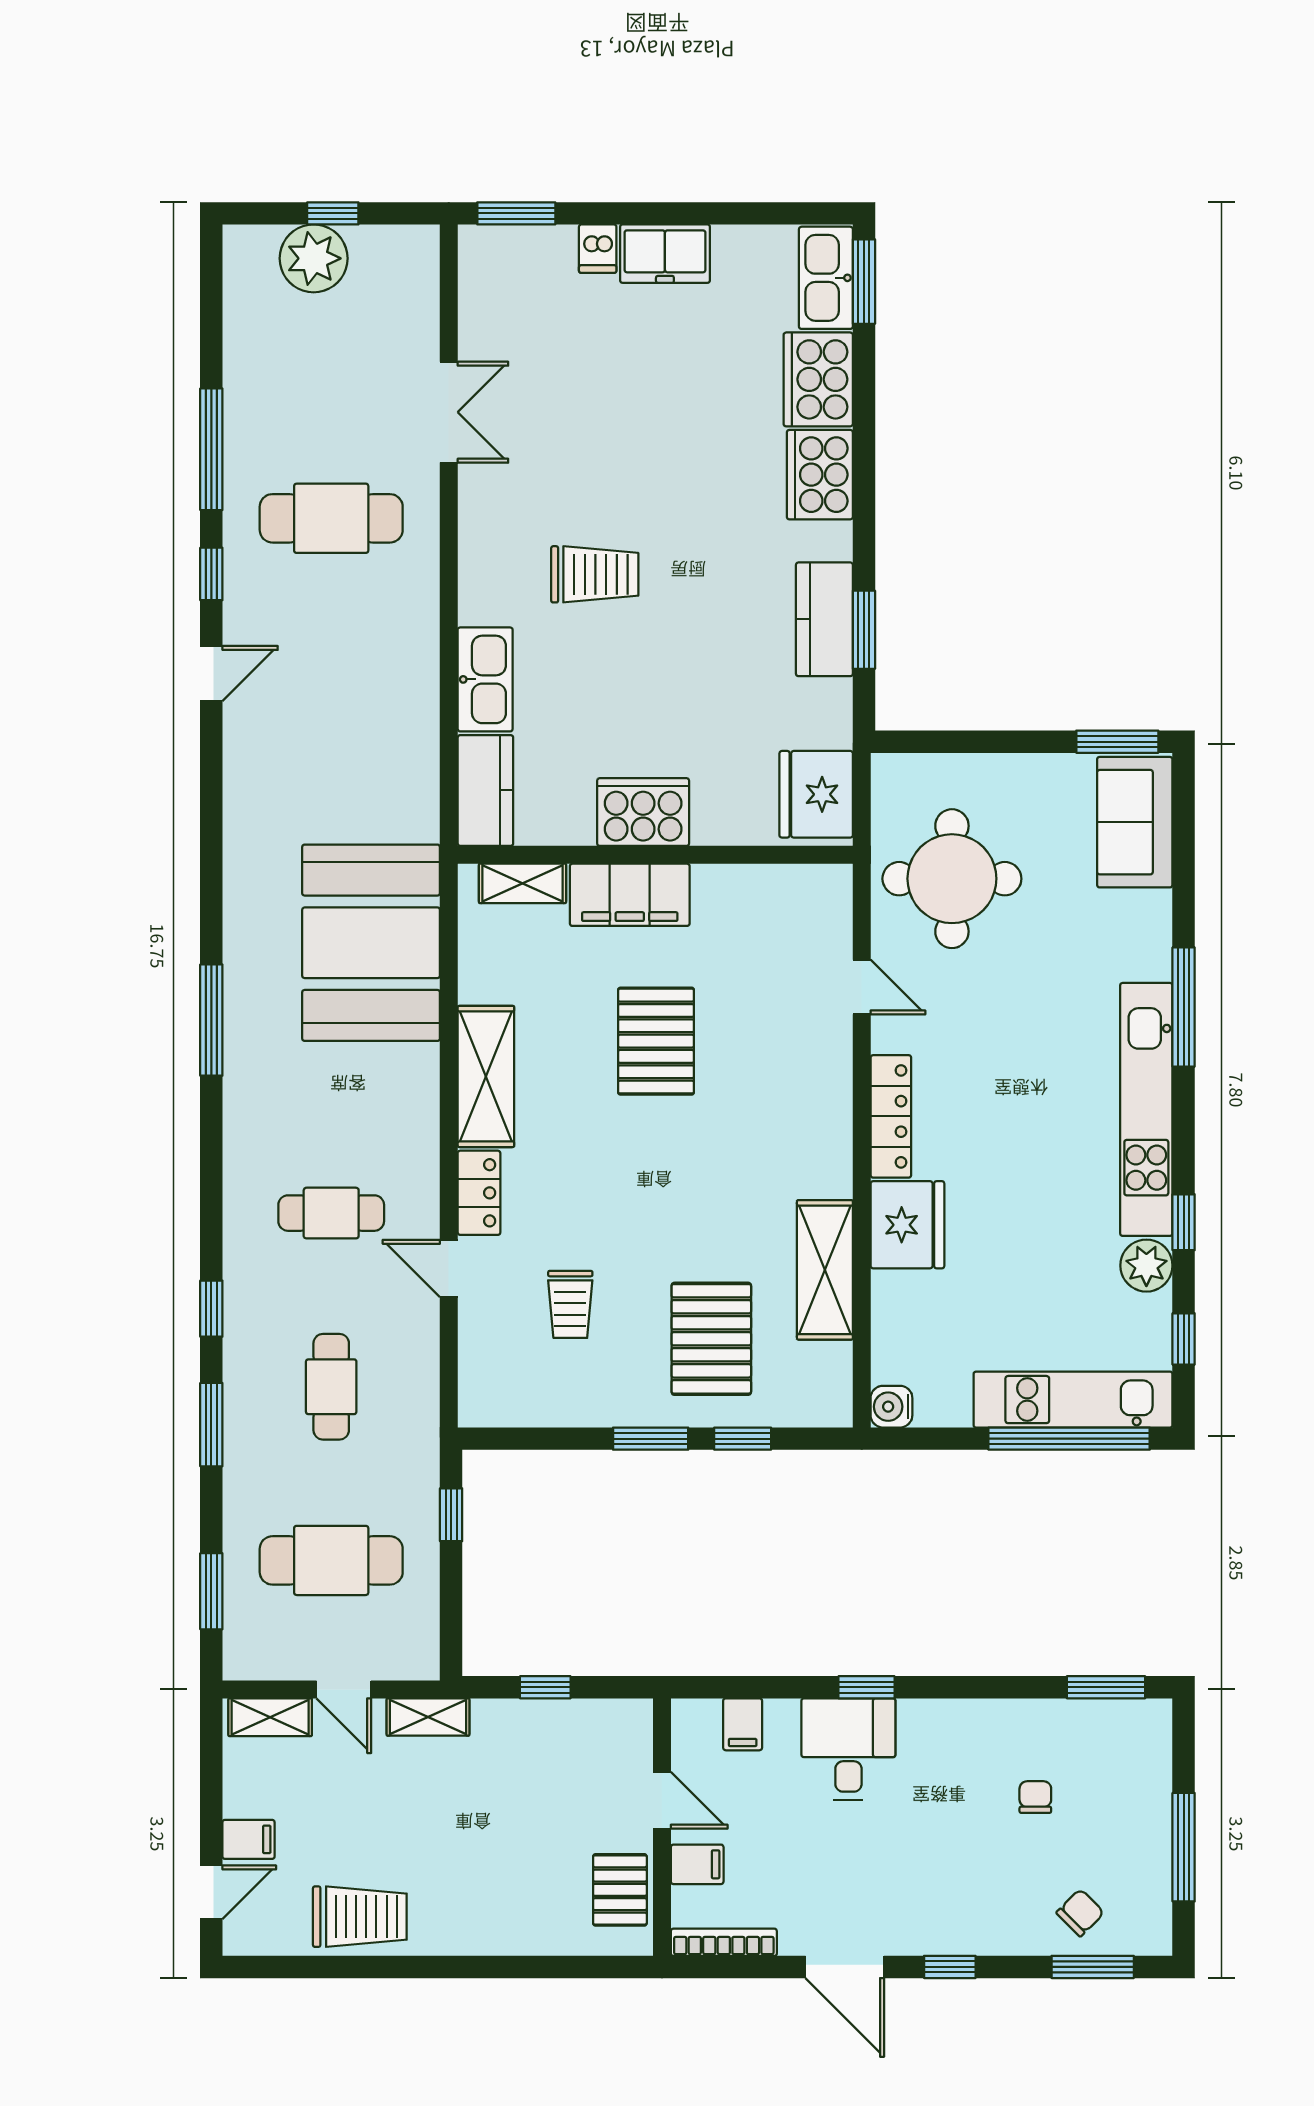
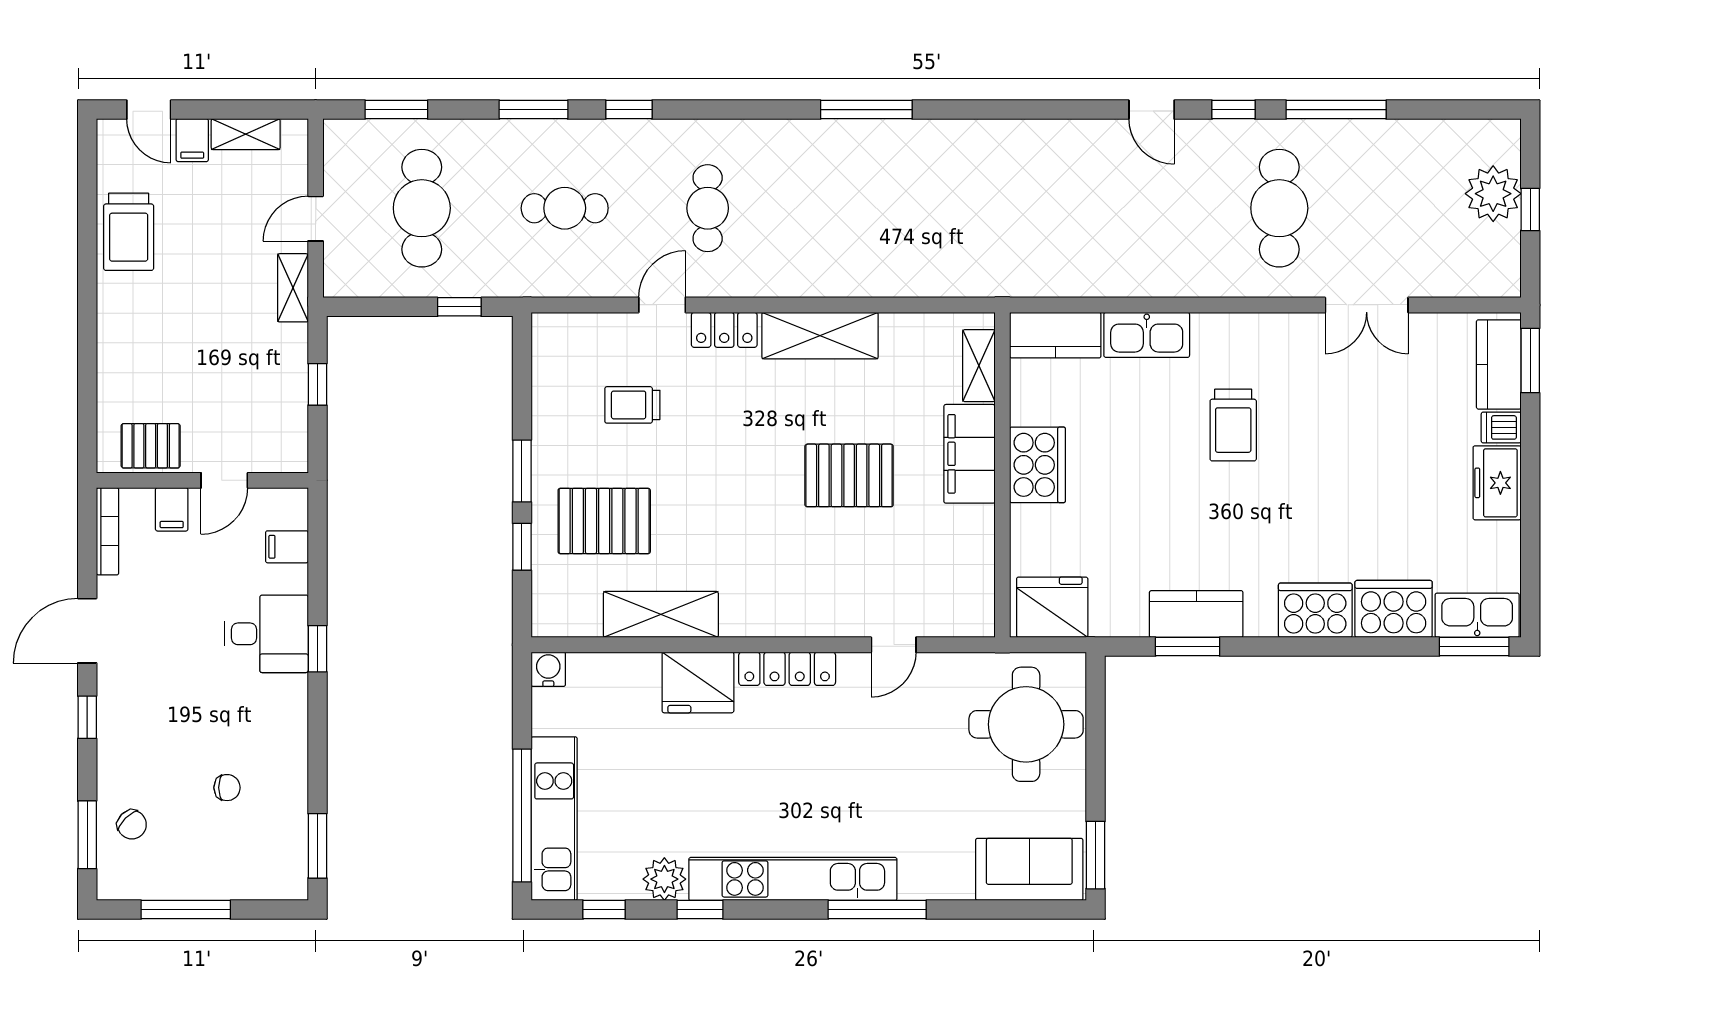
kitchen counter: (521, 252) -> (1499, 364), added
round table: (952, 879) -> (1026, 724), moved
booth: (371, 943) -> (930, 241), removed
shelving: (270, 1717) -> (246, 134), moved, turned 90

